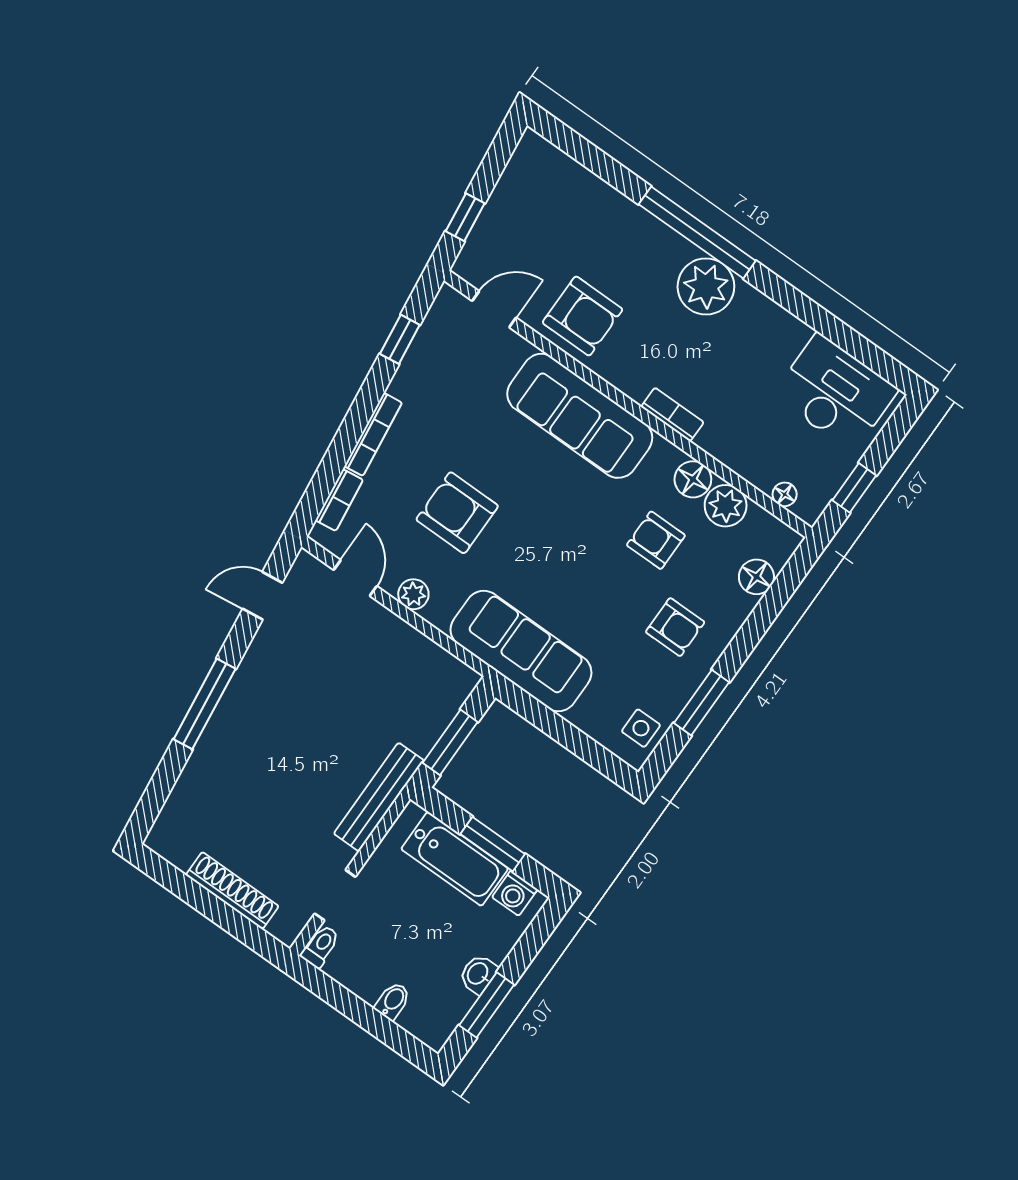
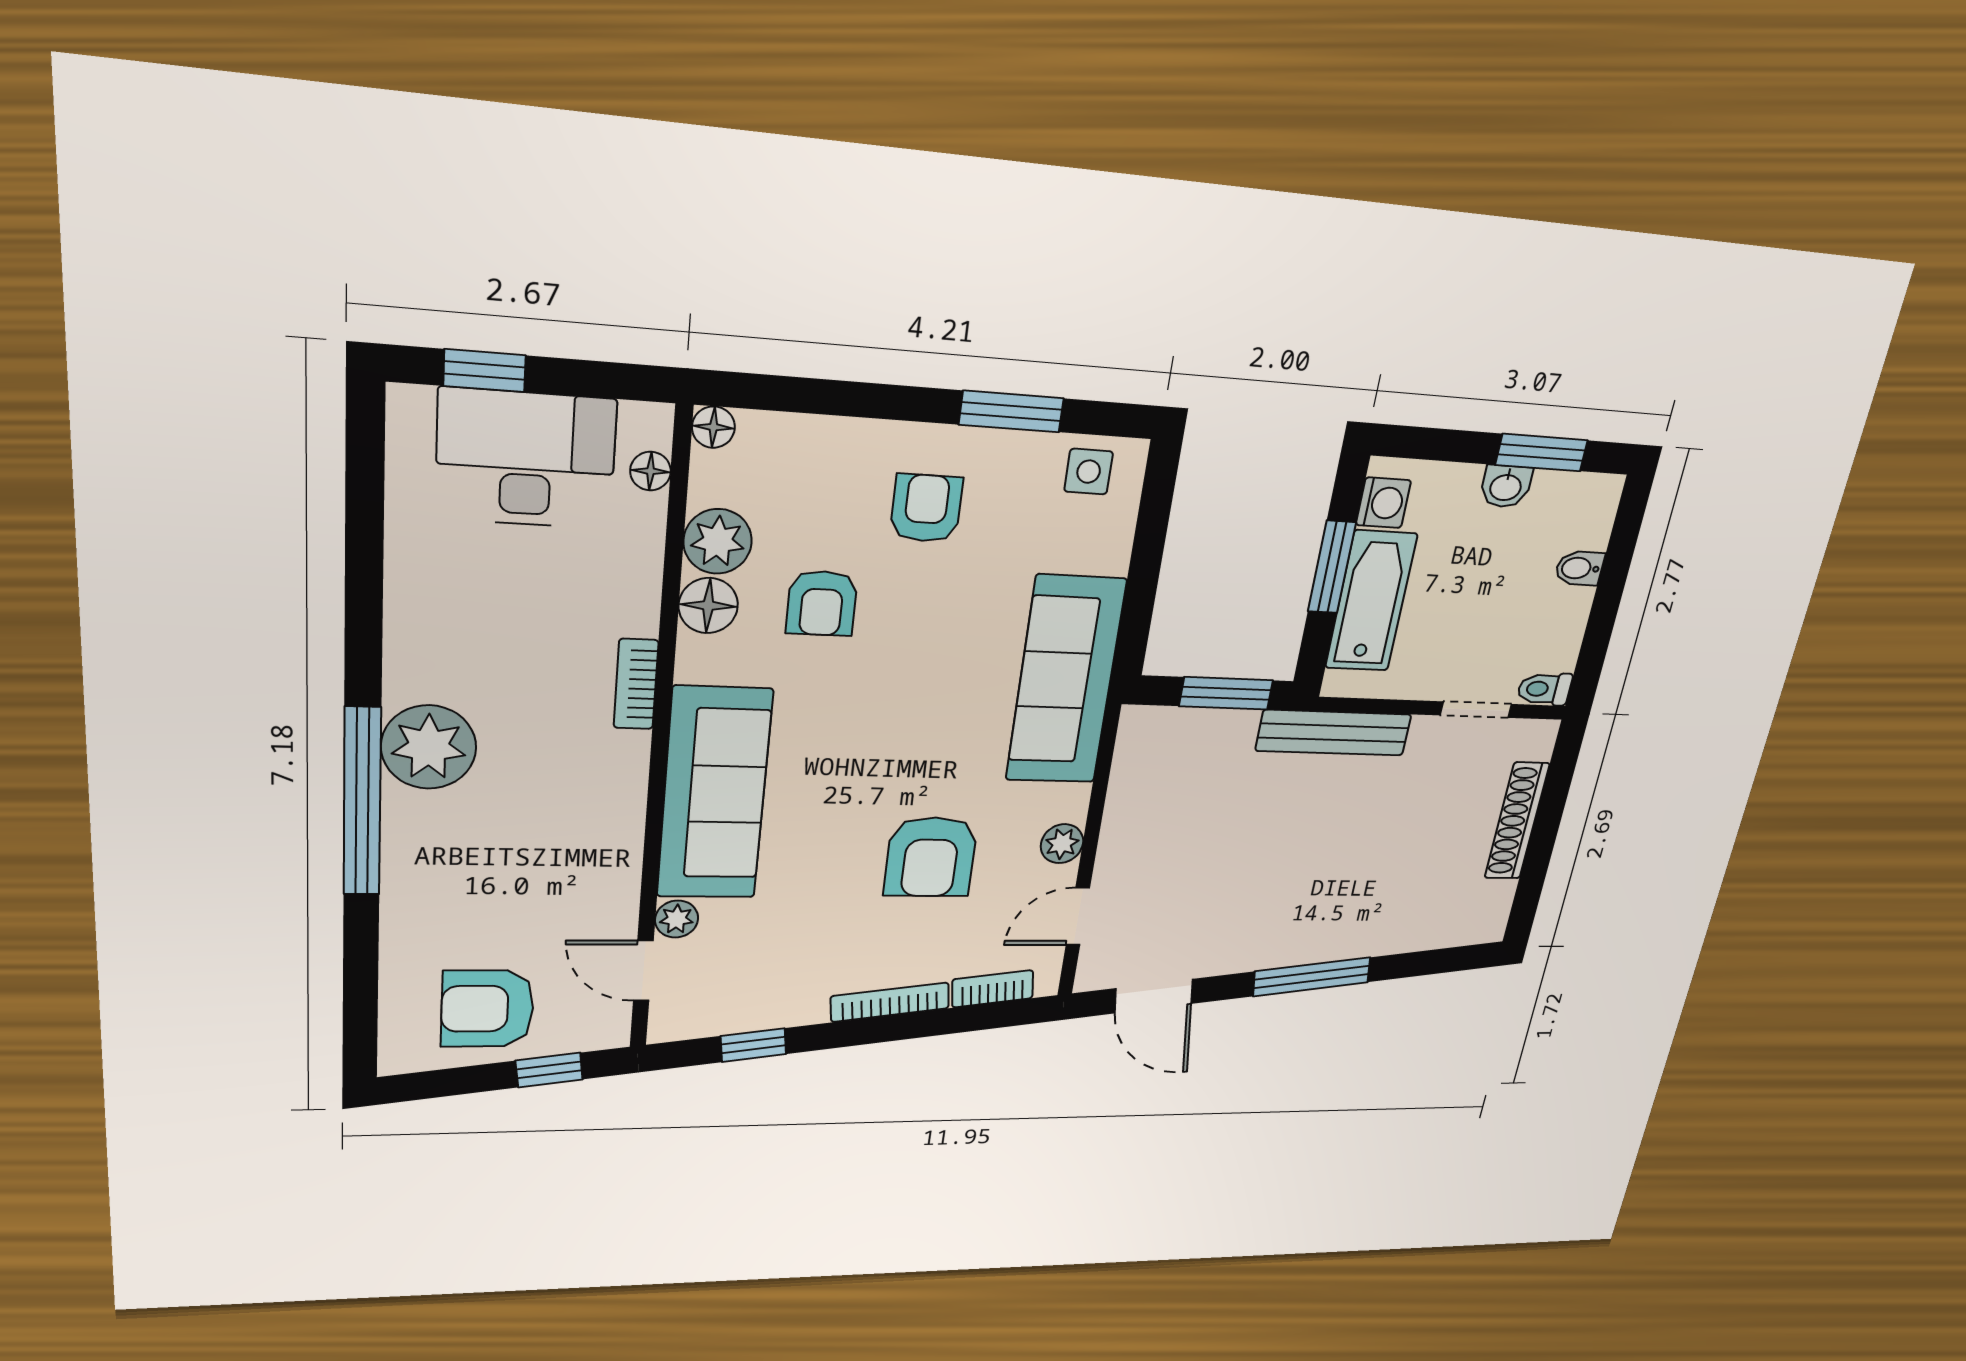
armchair: (583, 316) -> (488, 1009), moved, turned -90
plant: (515, 348) -> (677, 919), added
desk: (835, 393) -> (526, 459), moved, turned 90
window: (854, 488) -> (485, 371), moved
floor lamp: (756, 577) -> (713, 427), moved, width x0.73, depth x0.73
door: (263, 596) -> (1154, 996), width x1.37

